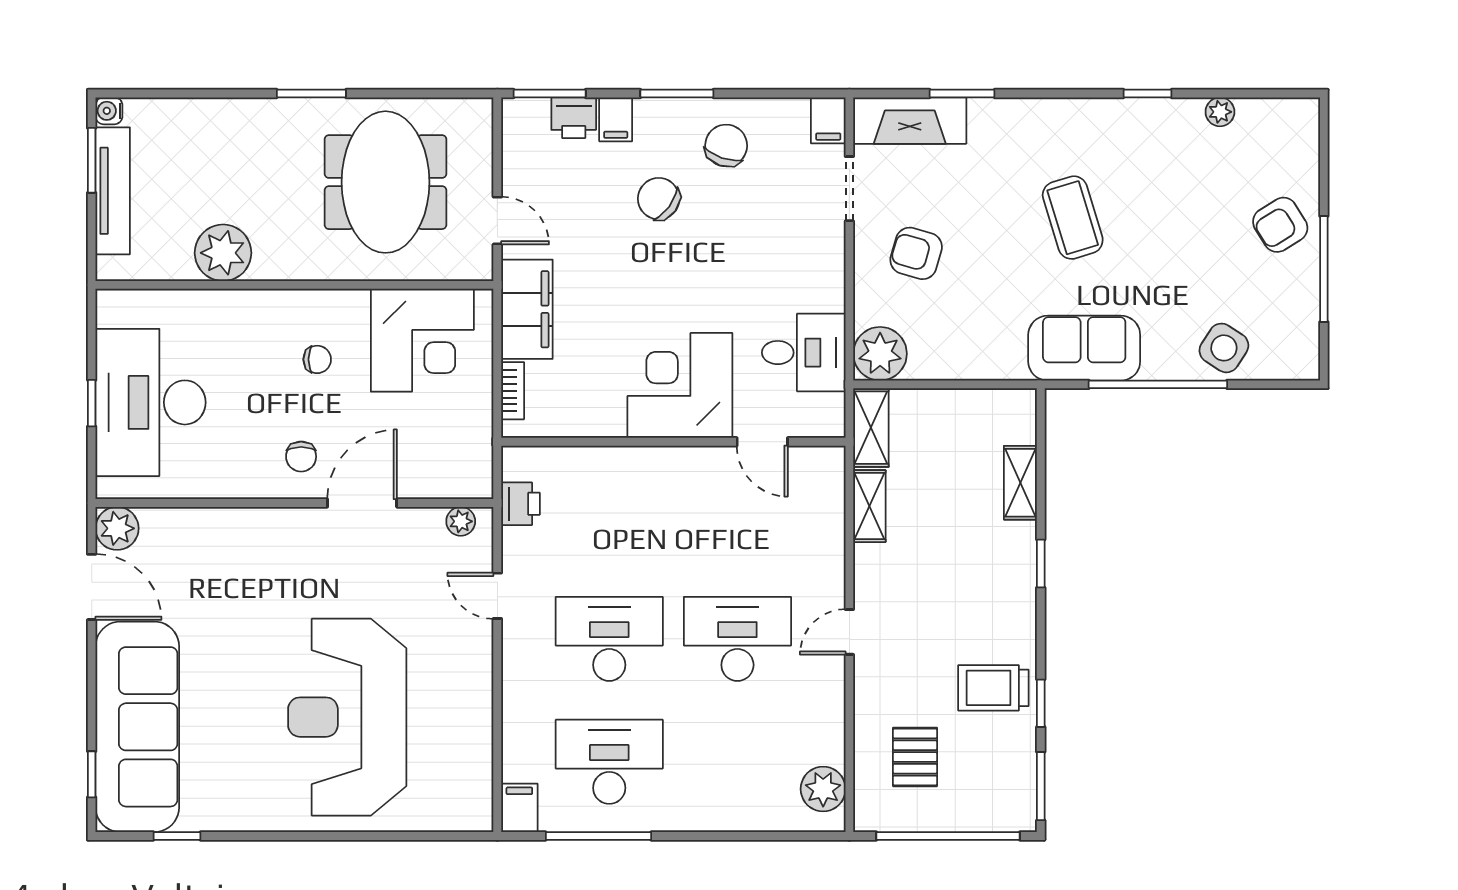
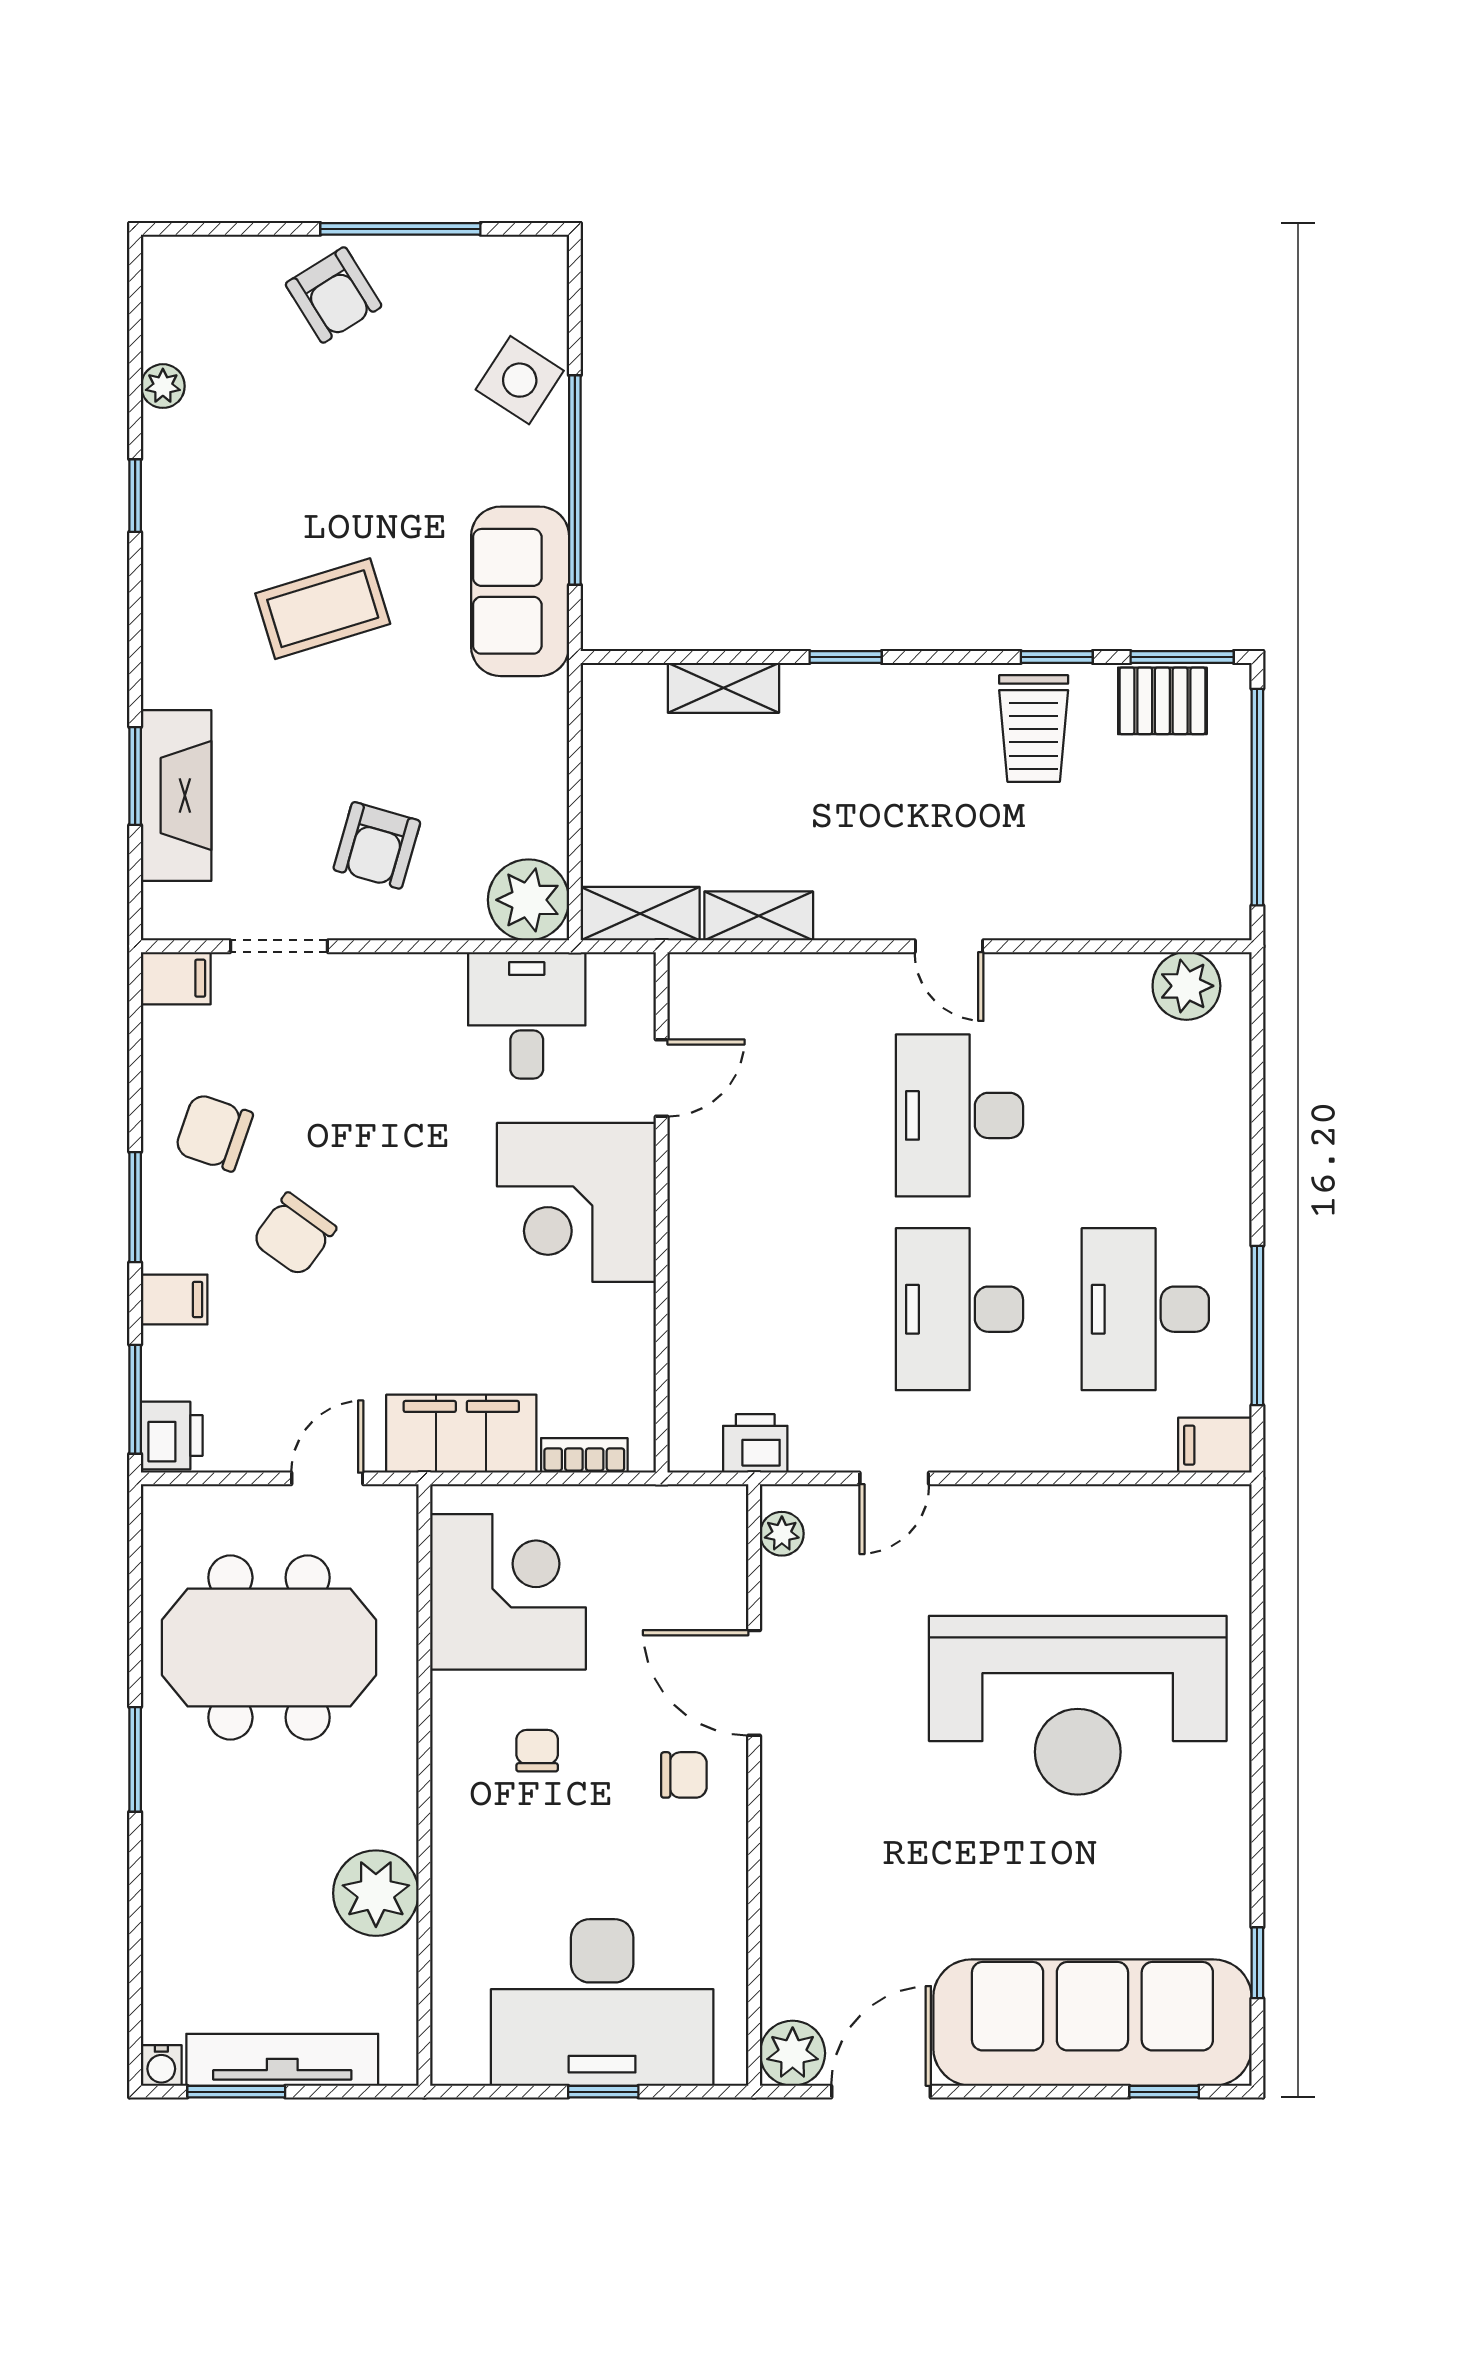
printer: (574, 118) -> (172, 1436), moved
fireplace: (910, 121) -> (176, 796), moved
pallet: (915, 757) -> (1162, 701), moved

